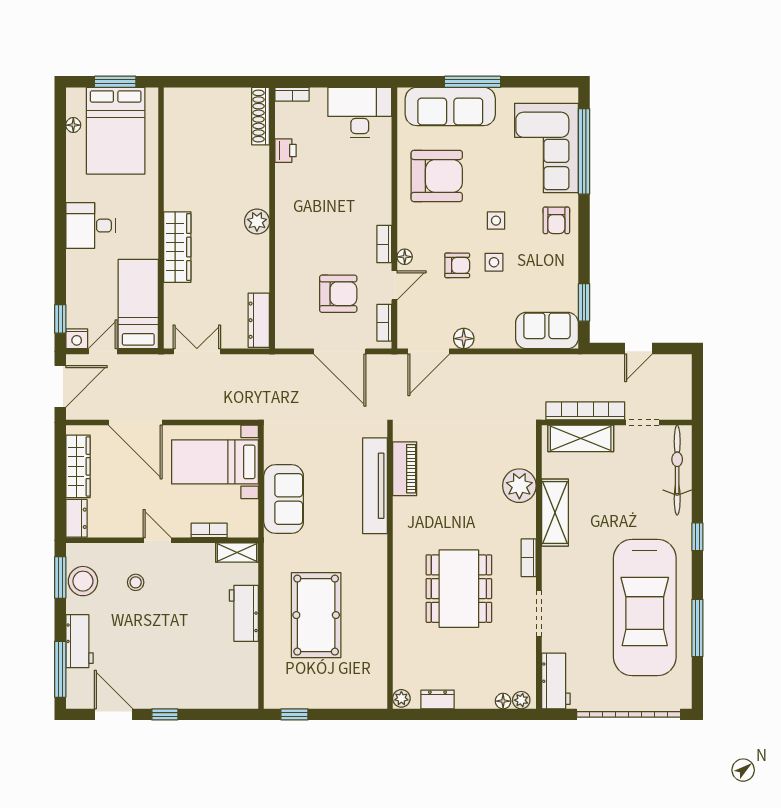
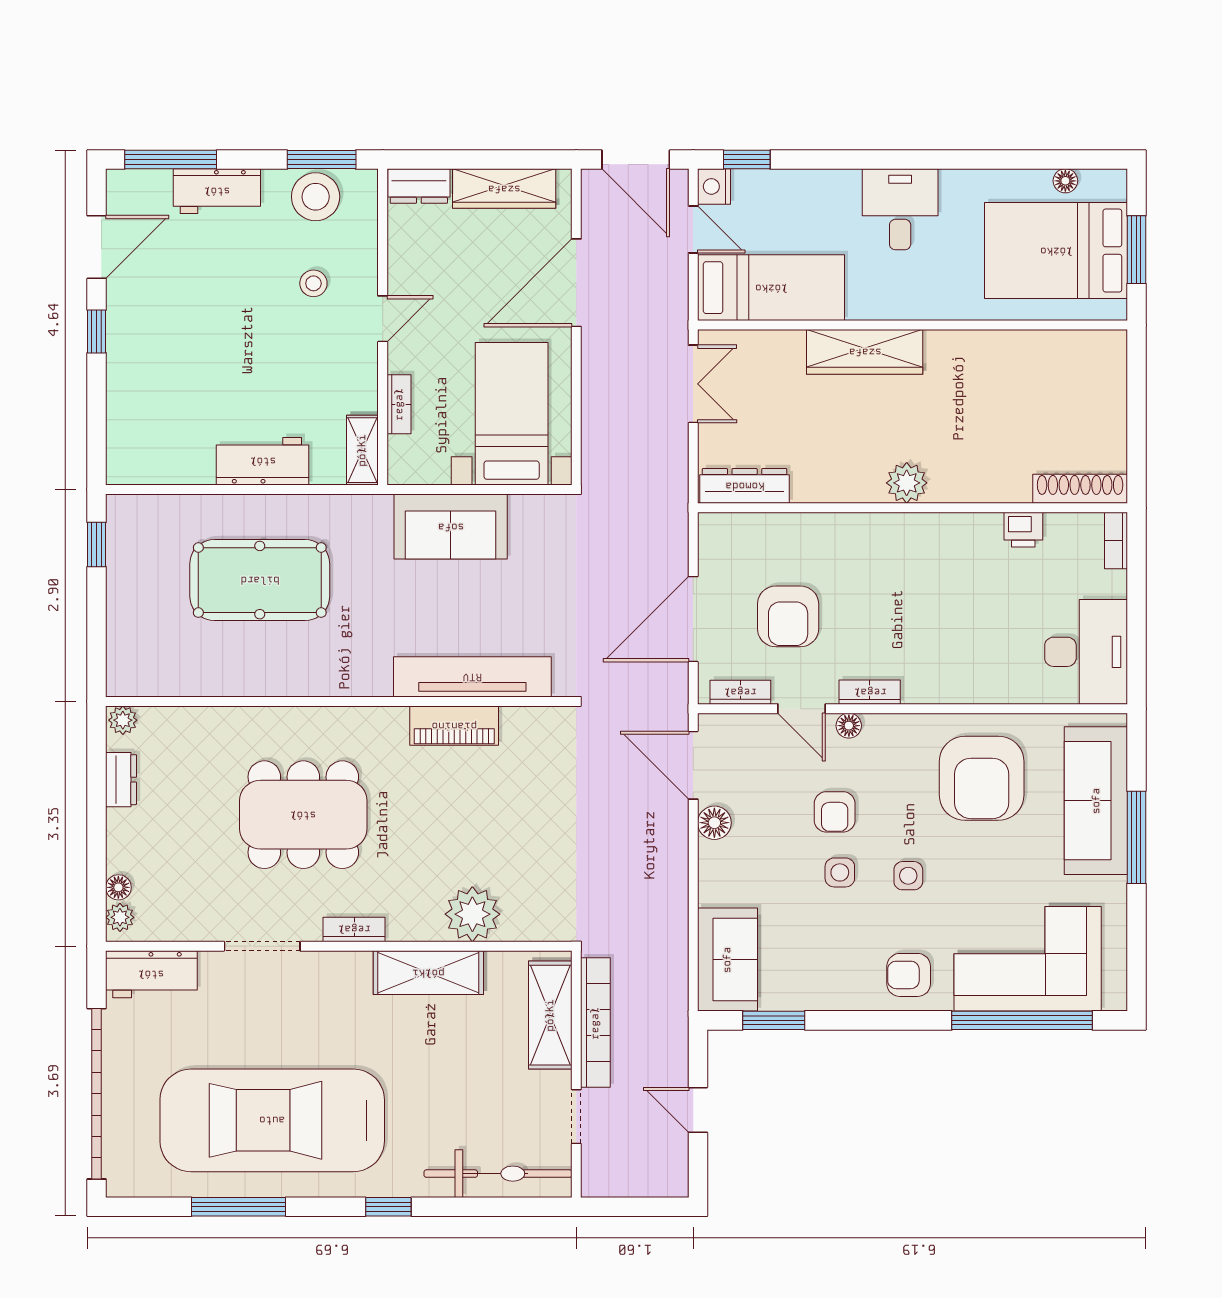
piano: (405, 469) -> (454, 726), moved

